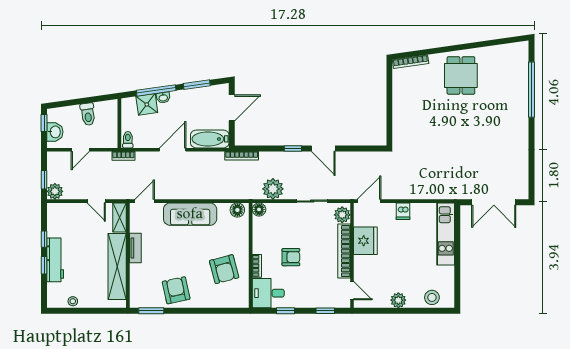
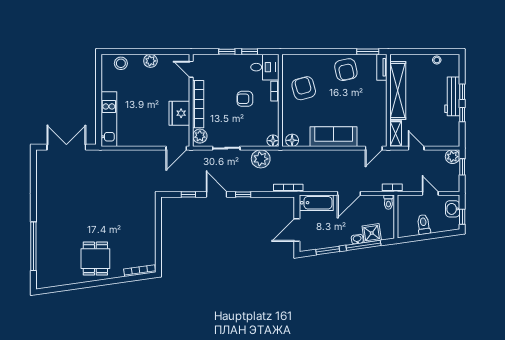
window: (355, 149) -> (188, 194), added
door: (80, 150) -> (430, 193), hinge flipped
dishwasher: (403, 211) -> (146, 139), removed
tv unit: (135, 248) -> (382, 67), moved
window: (325, 311) -> (227, 52), moved

